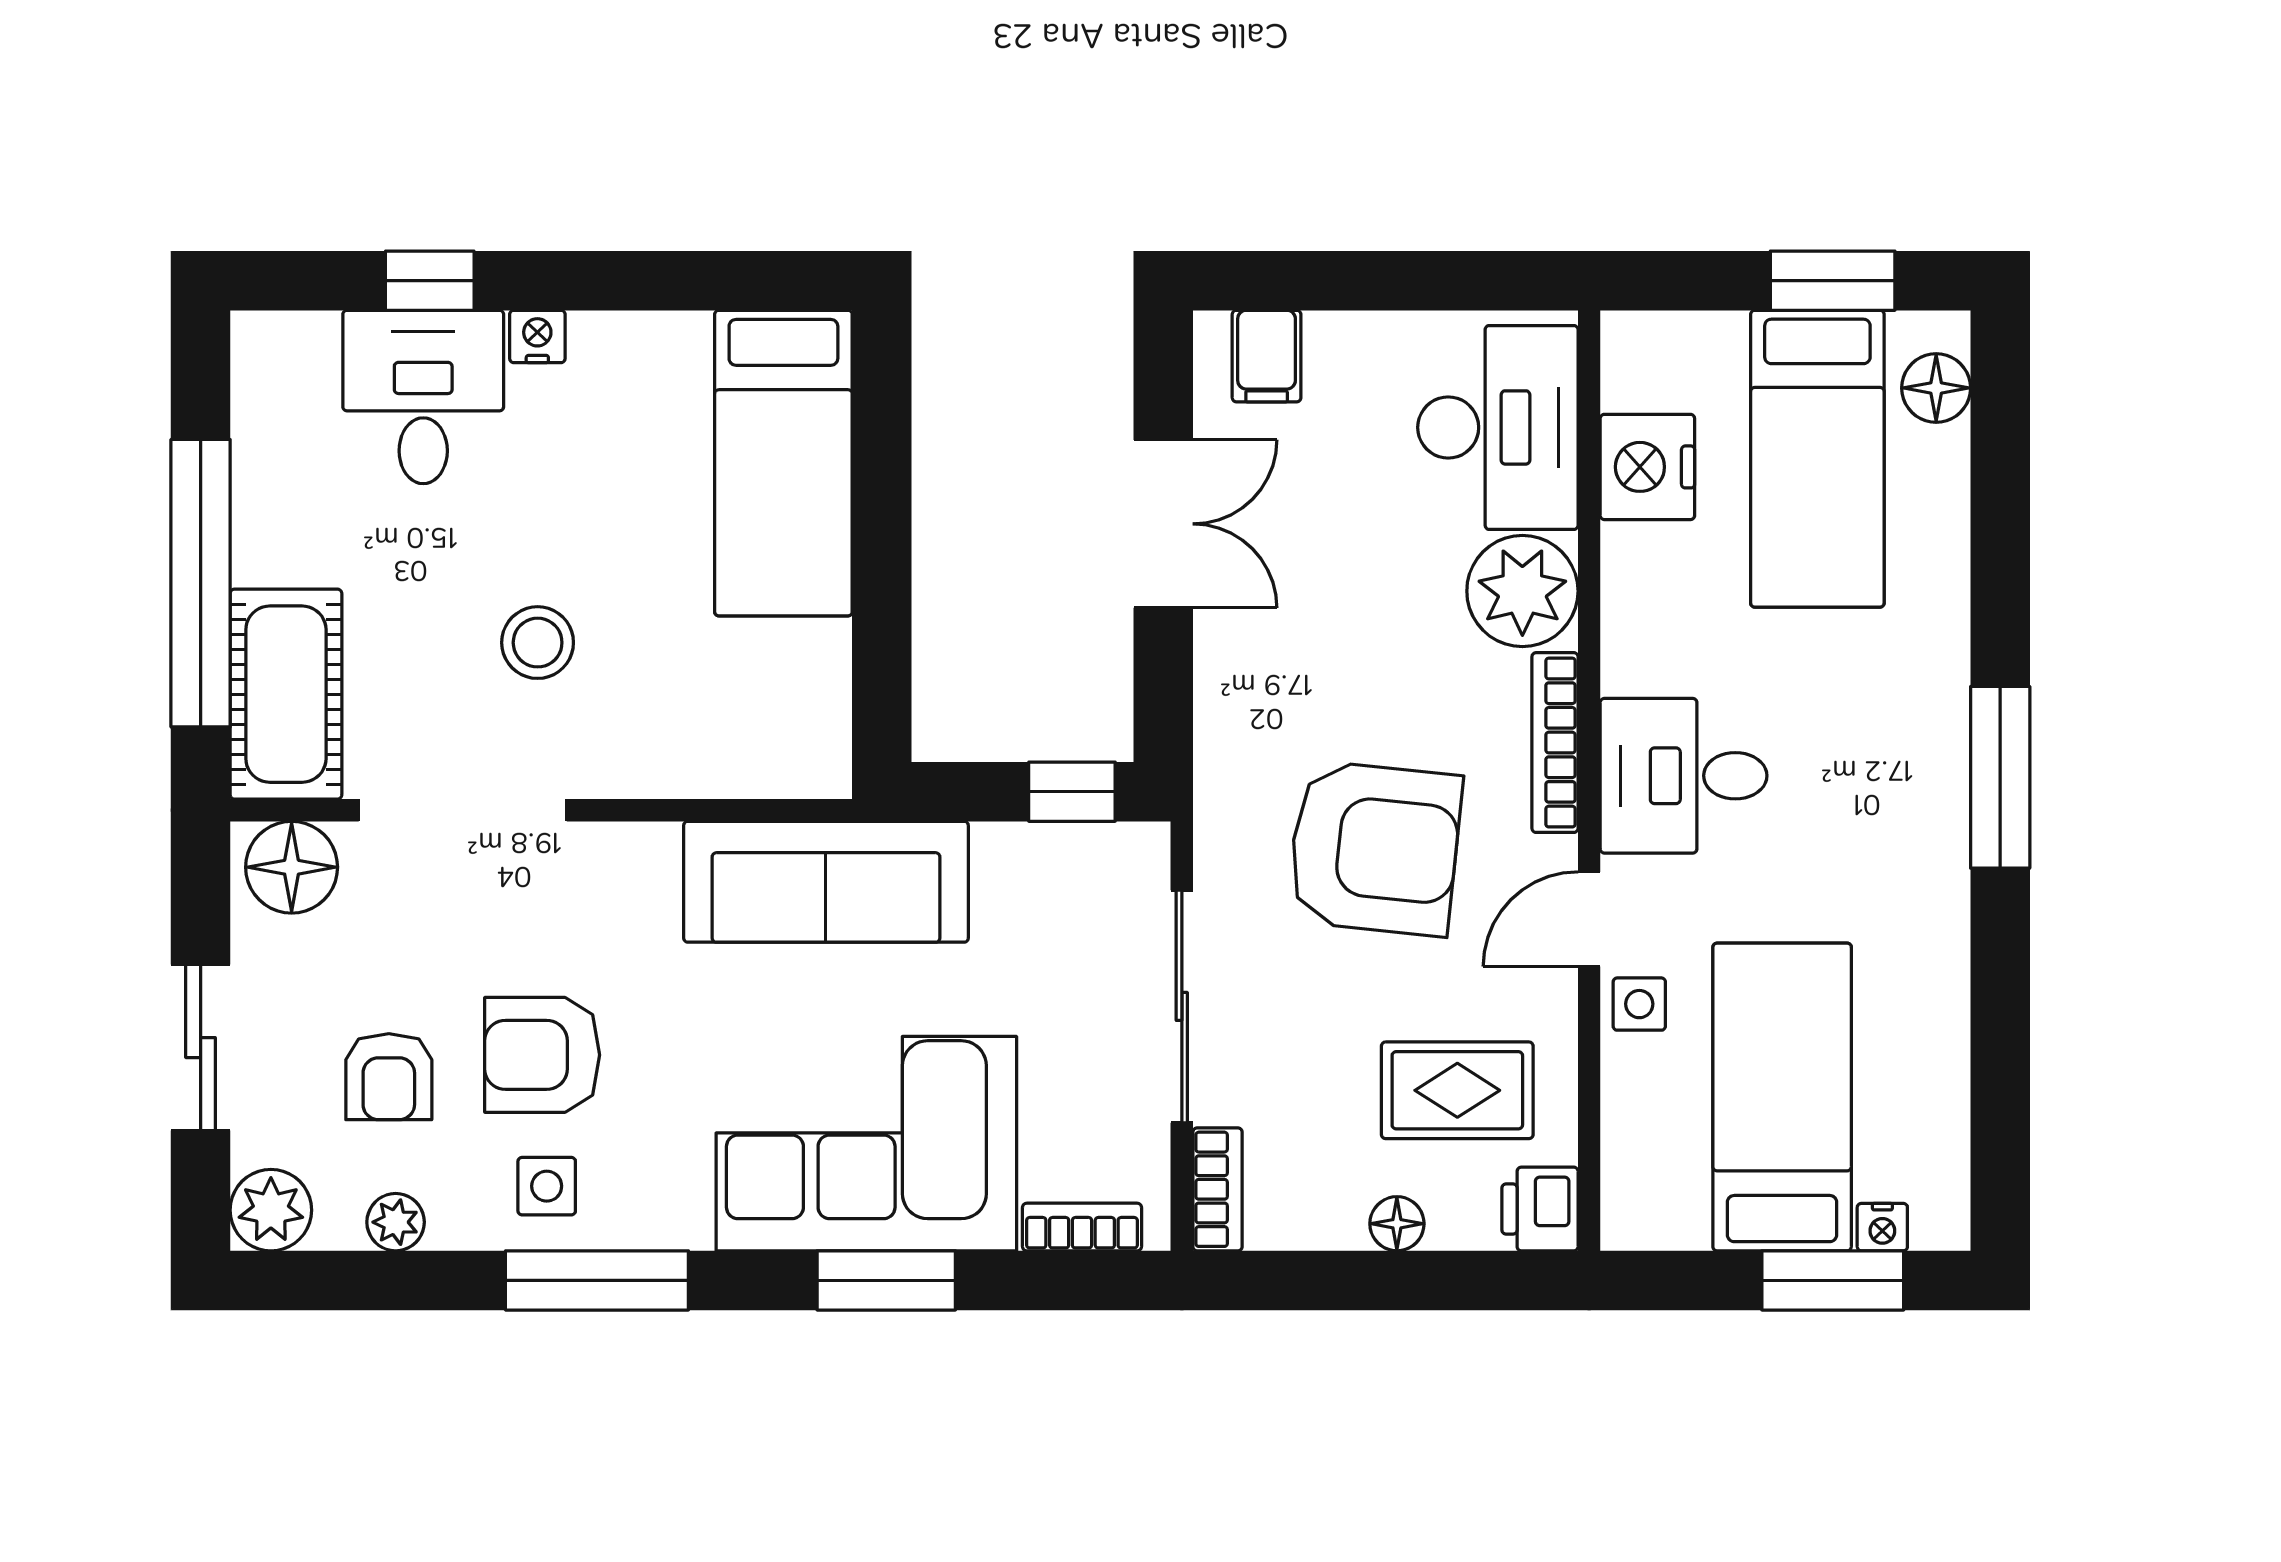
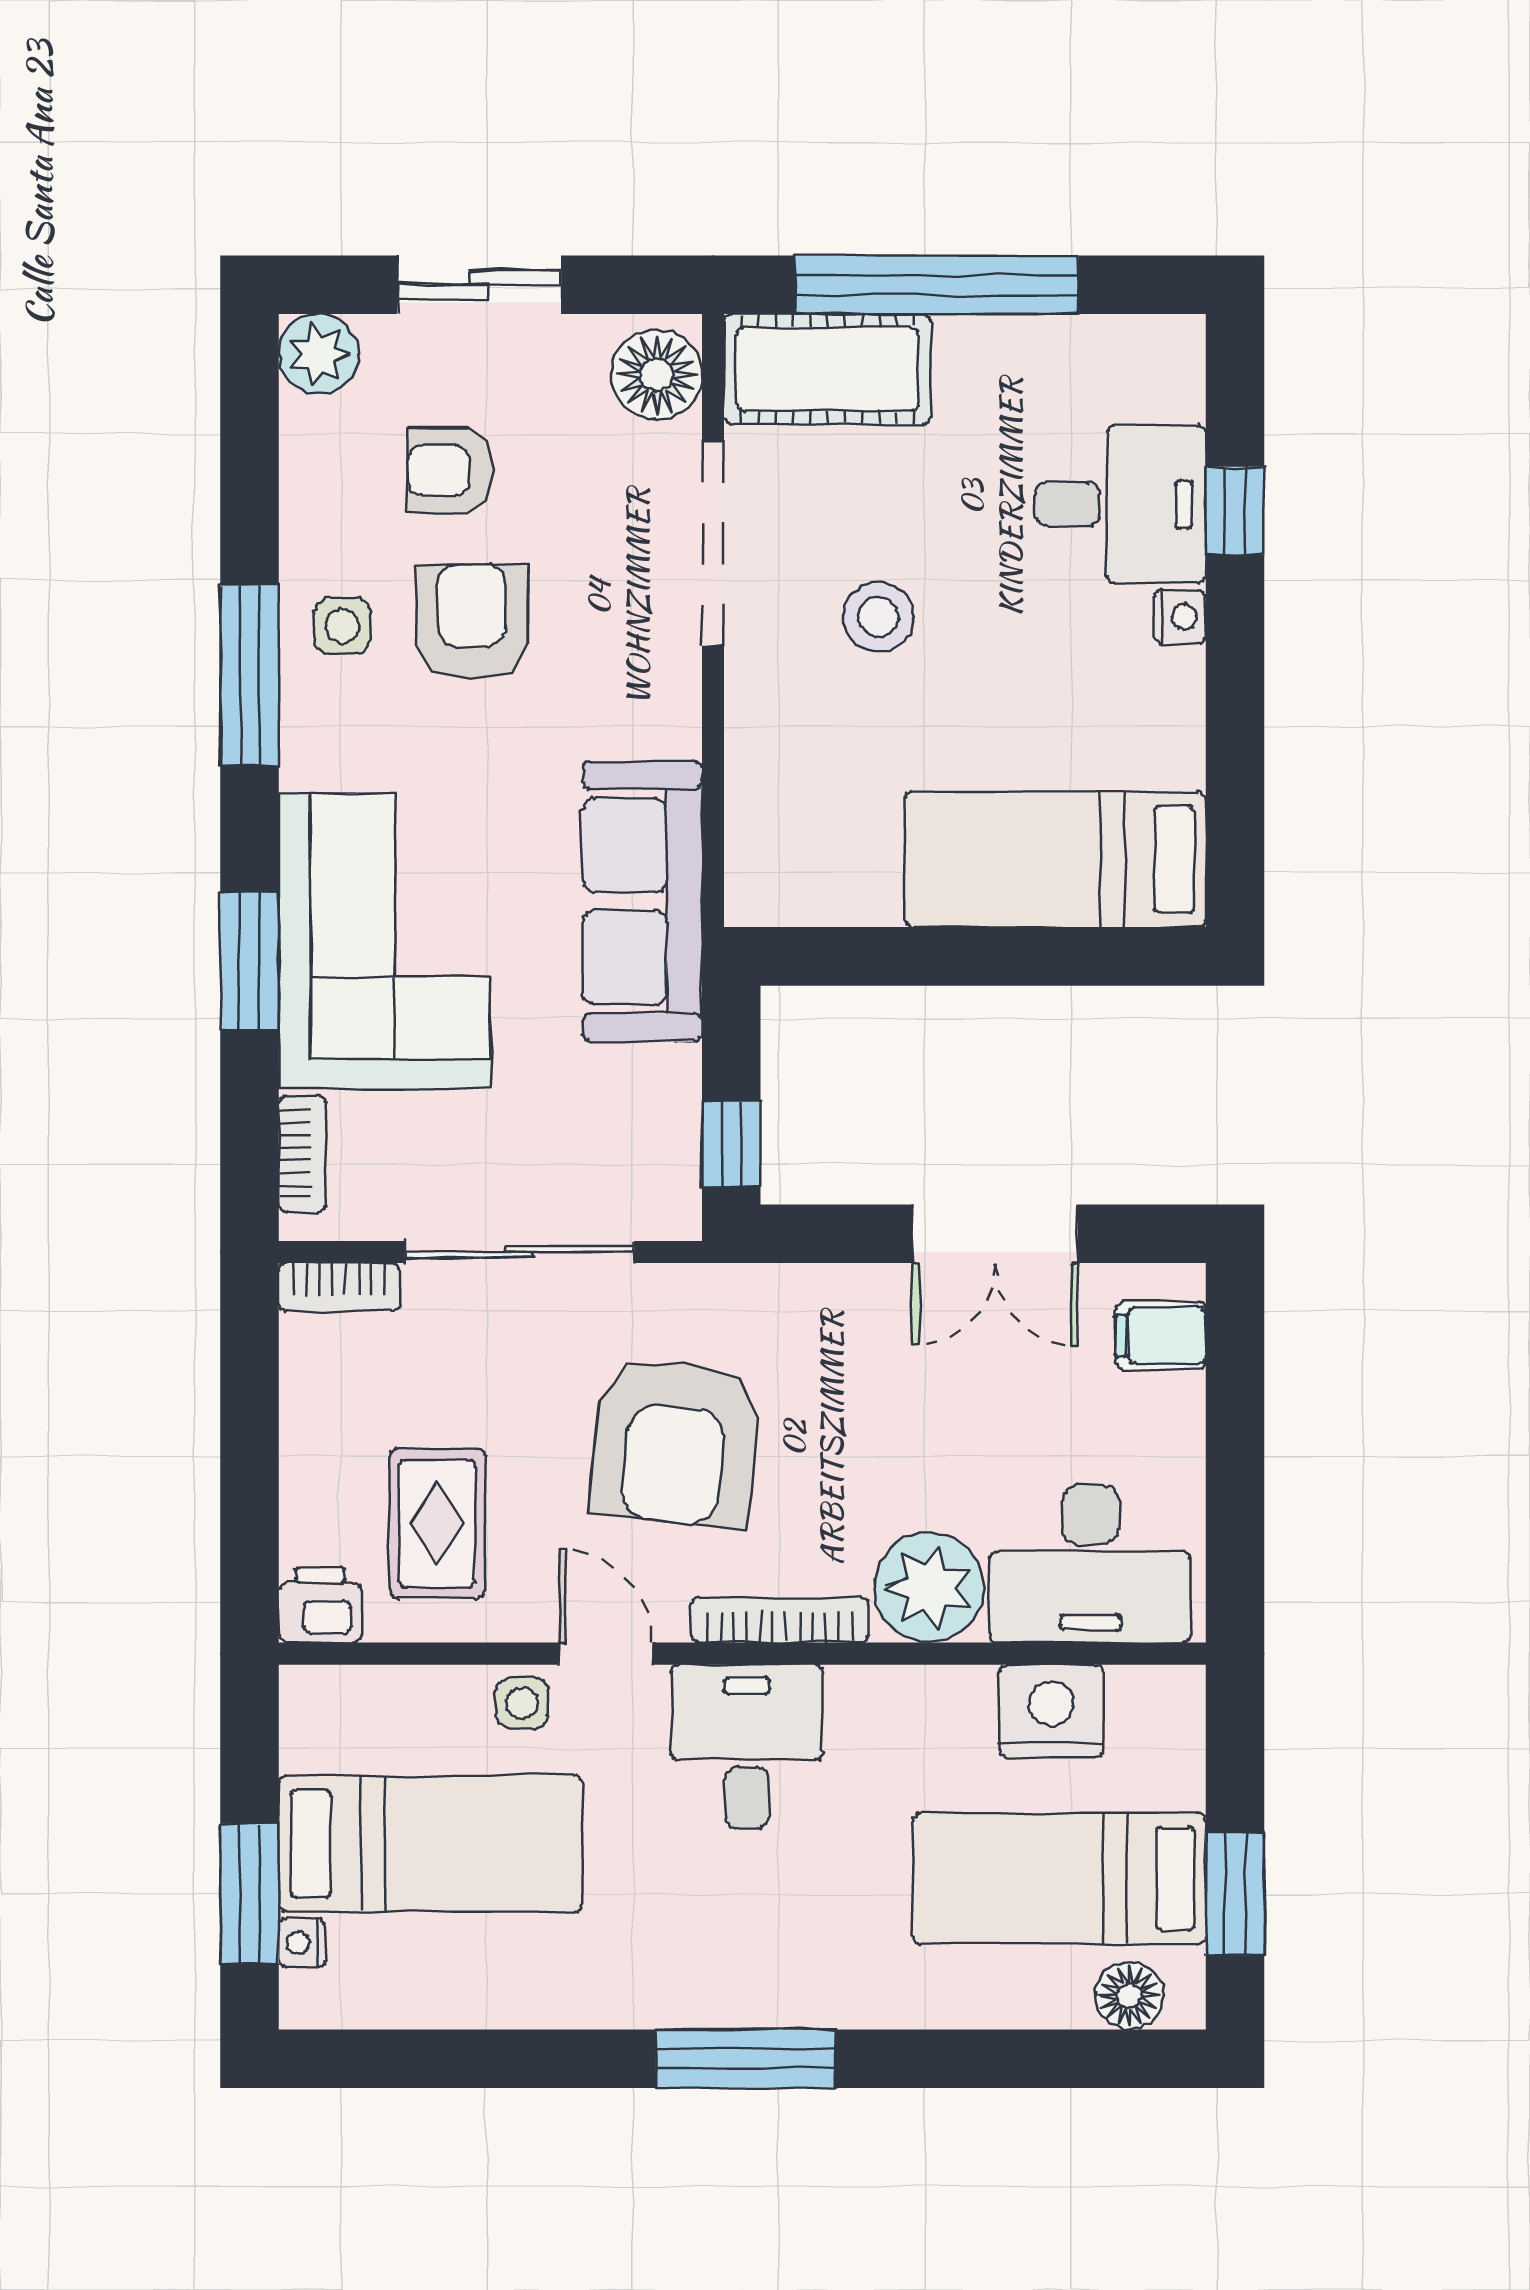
plant: (396, 1222) -> (307, 477), removed
floor lamp: (1397, 1224) -> (305, 1464), removed

